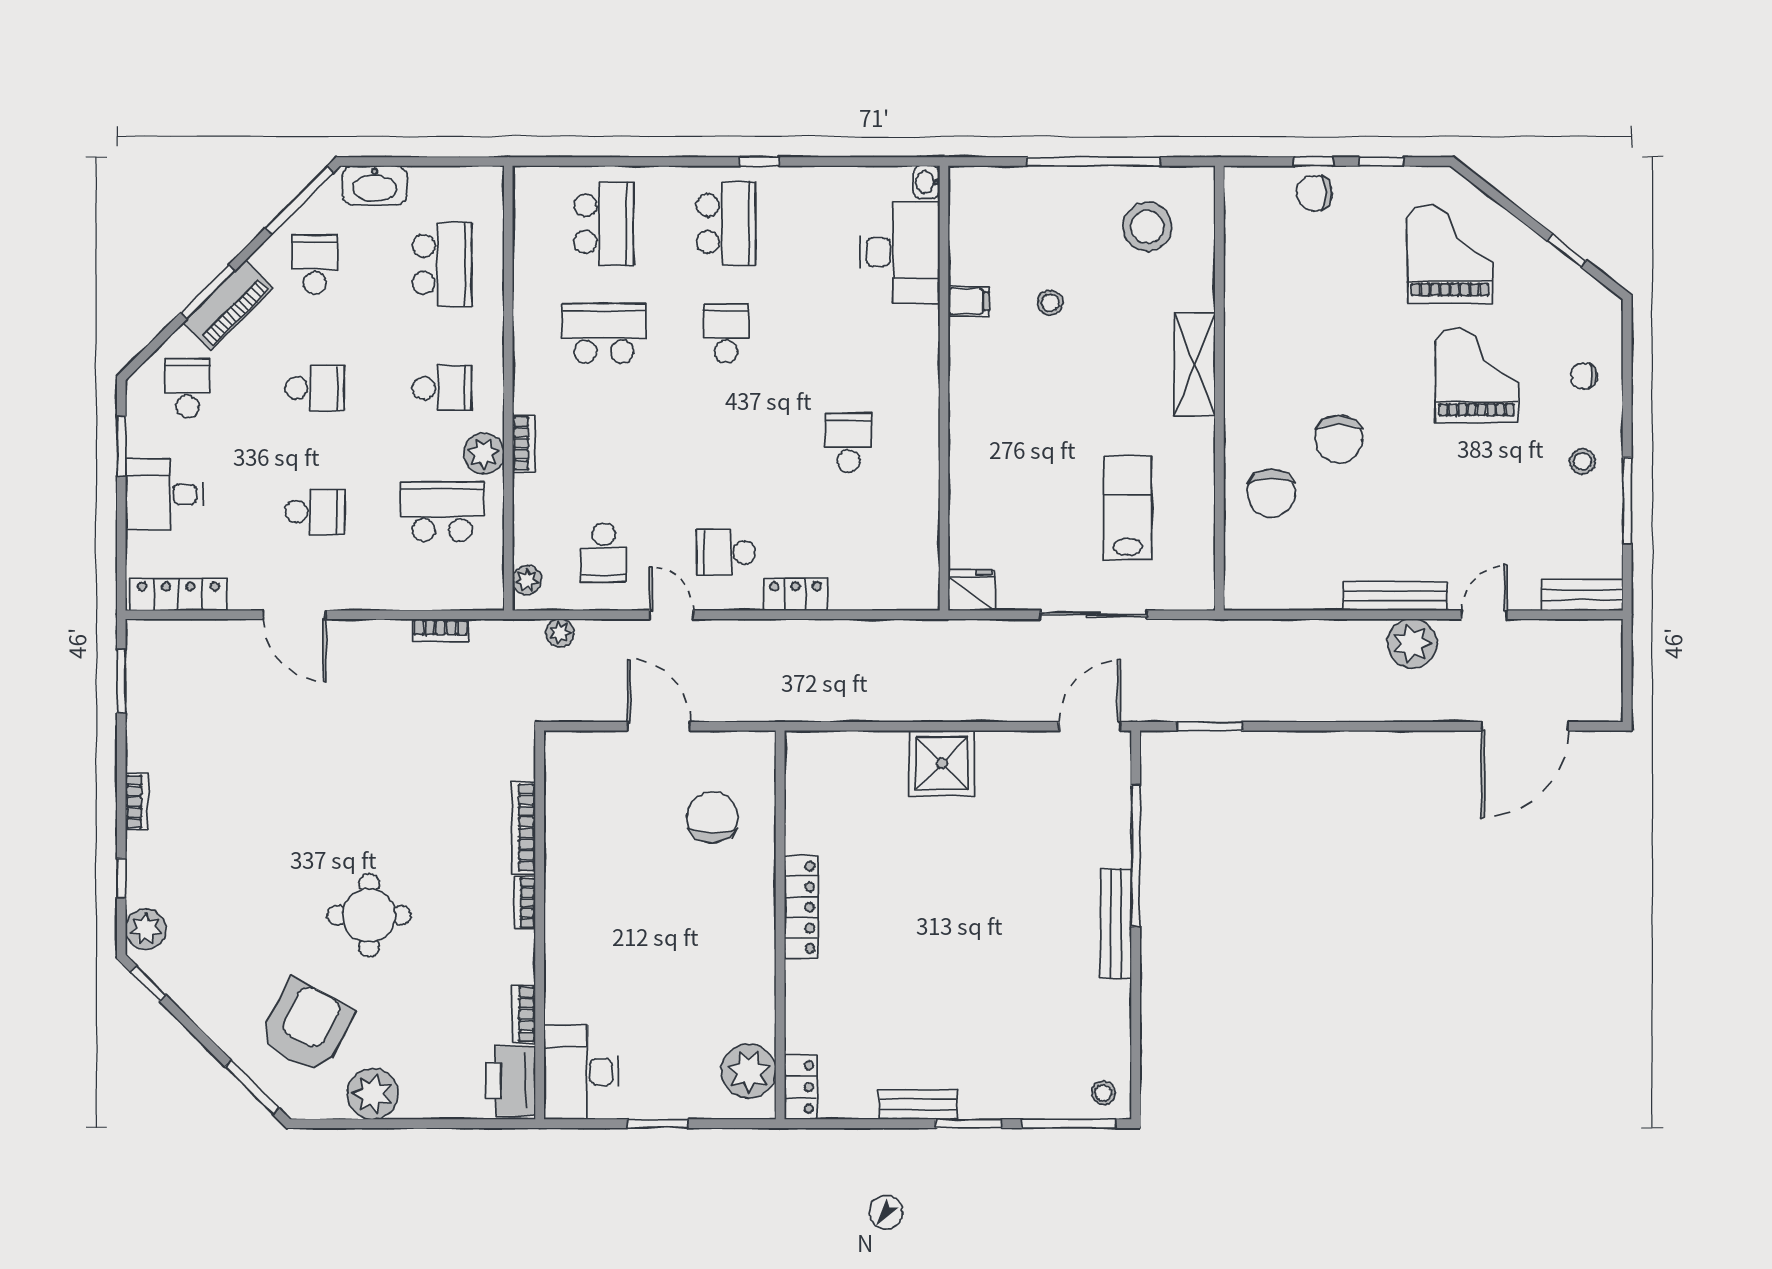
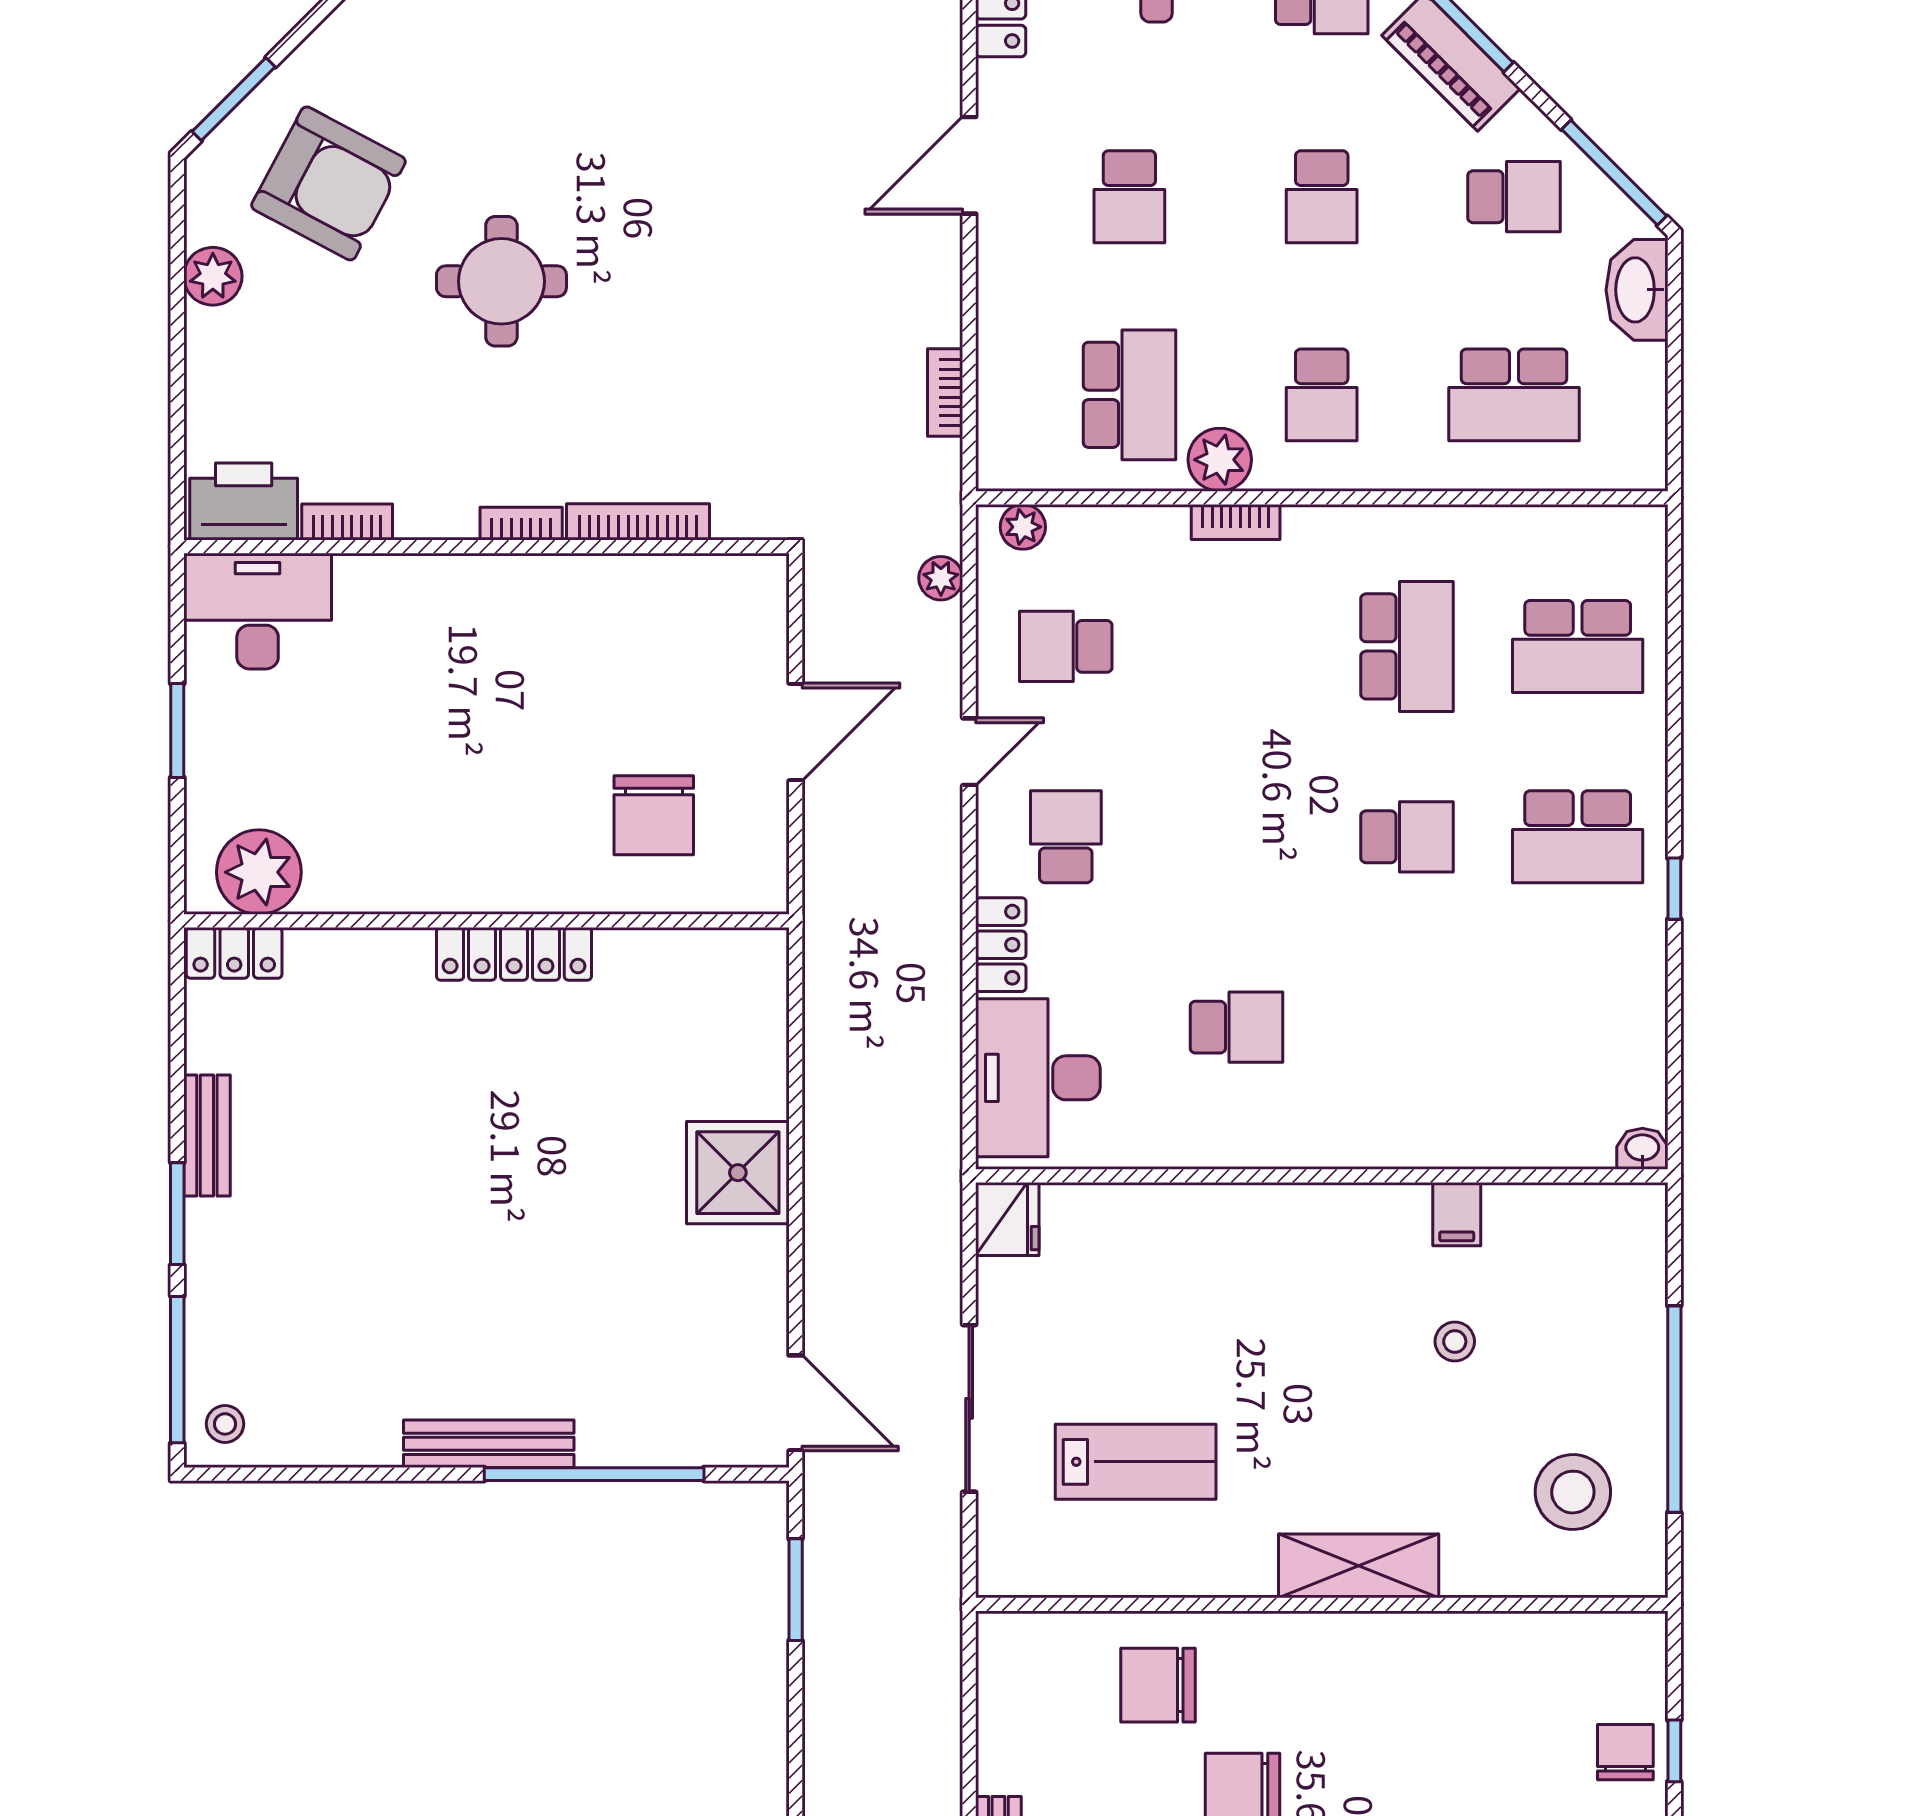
desk: (900, 252) -> (1038, 1078), moved, turned 90
chair: (712, 817) -> (654, 815), turned 90
plant: (373, 1094) -> (213, 276), width x0.73, depth x0.73

